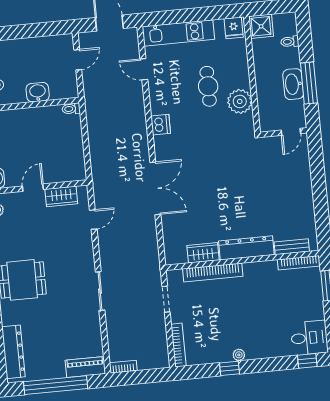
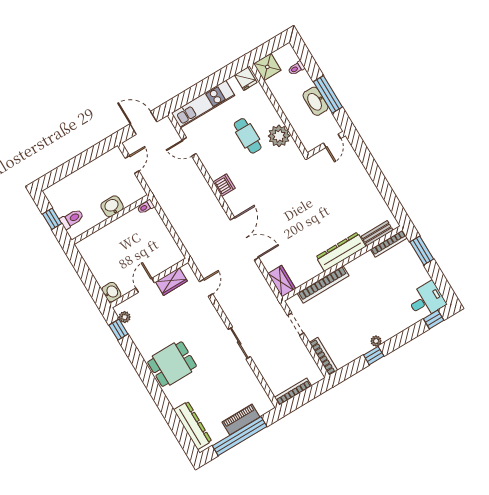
wardrobe: (203, 253) -> (282, 281), moved, turned 90
piano: (85, 367) -> (241, 419), moved
bookcase: (123, 367) -> (293, 392), width x1.56

